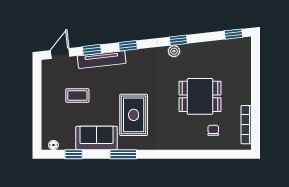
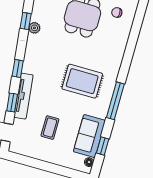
sofa: (97, 138) -> (89, 136), moved
window: (123, 154) -> (115, 101), width x1.44

